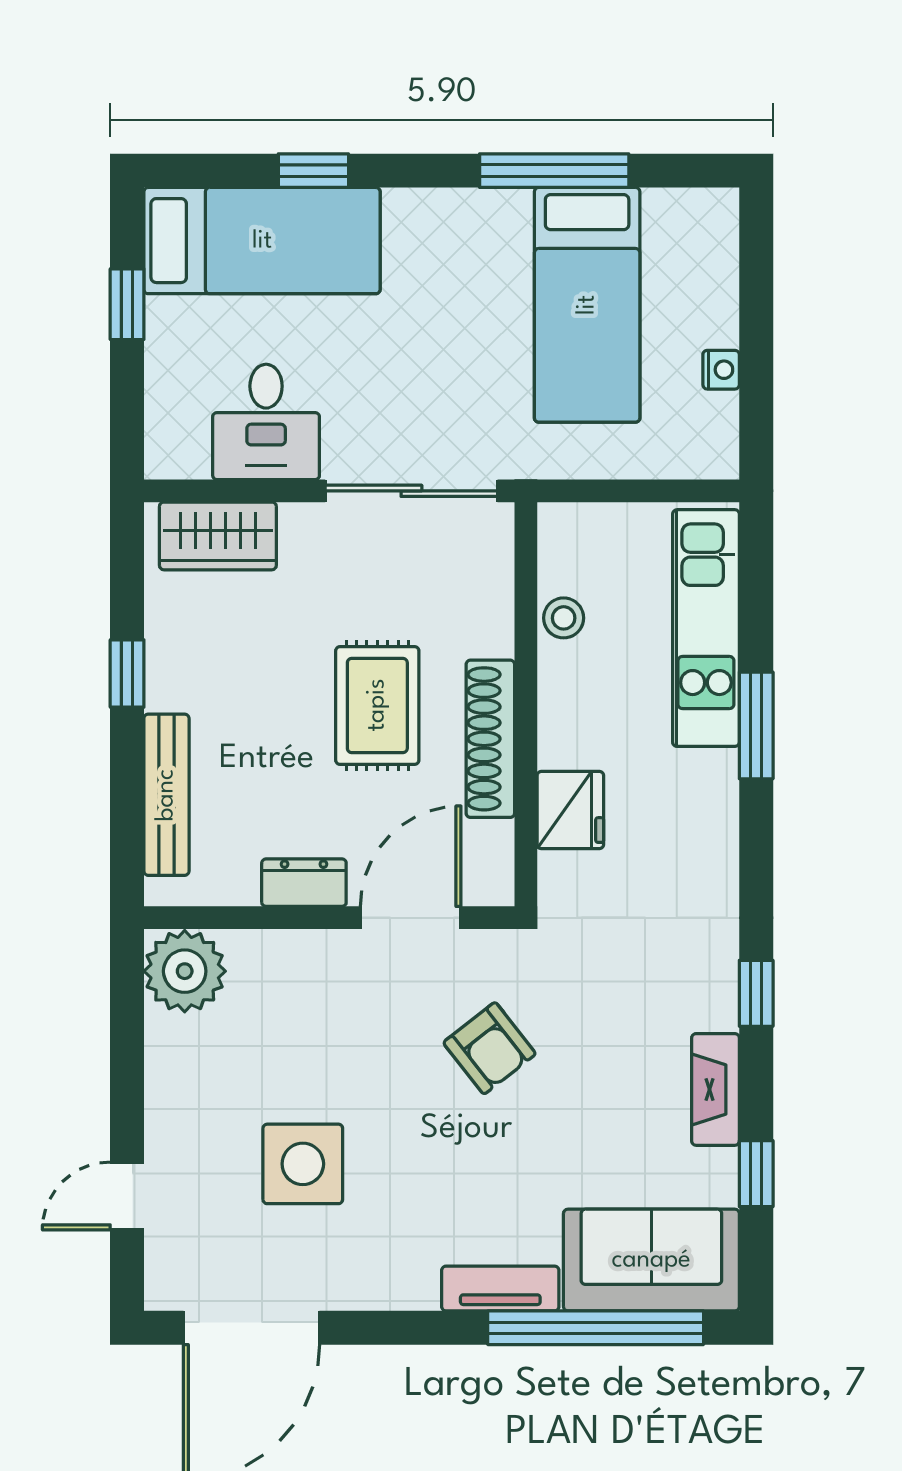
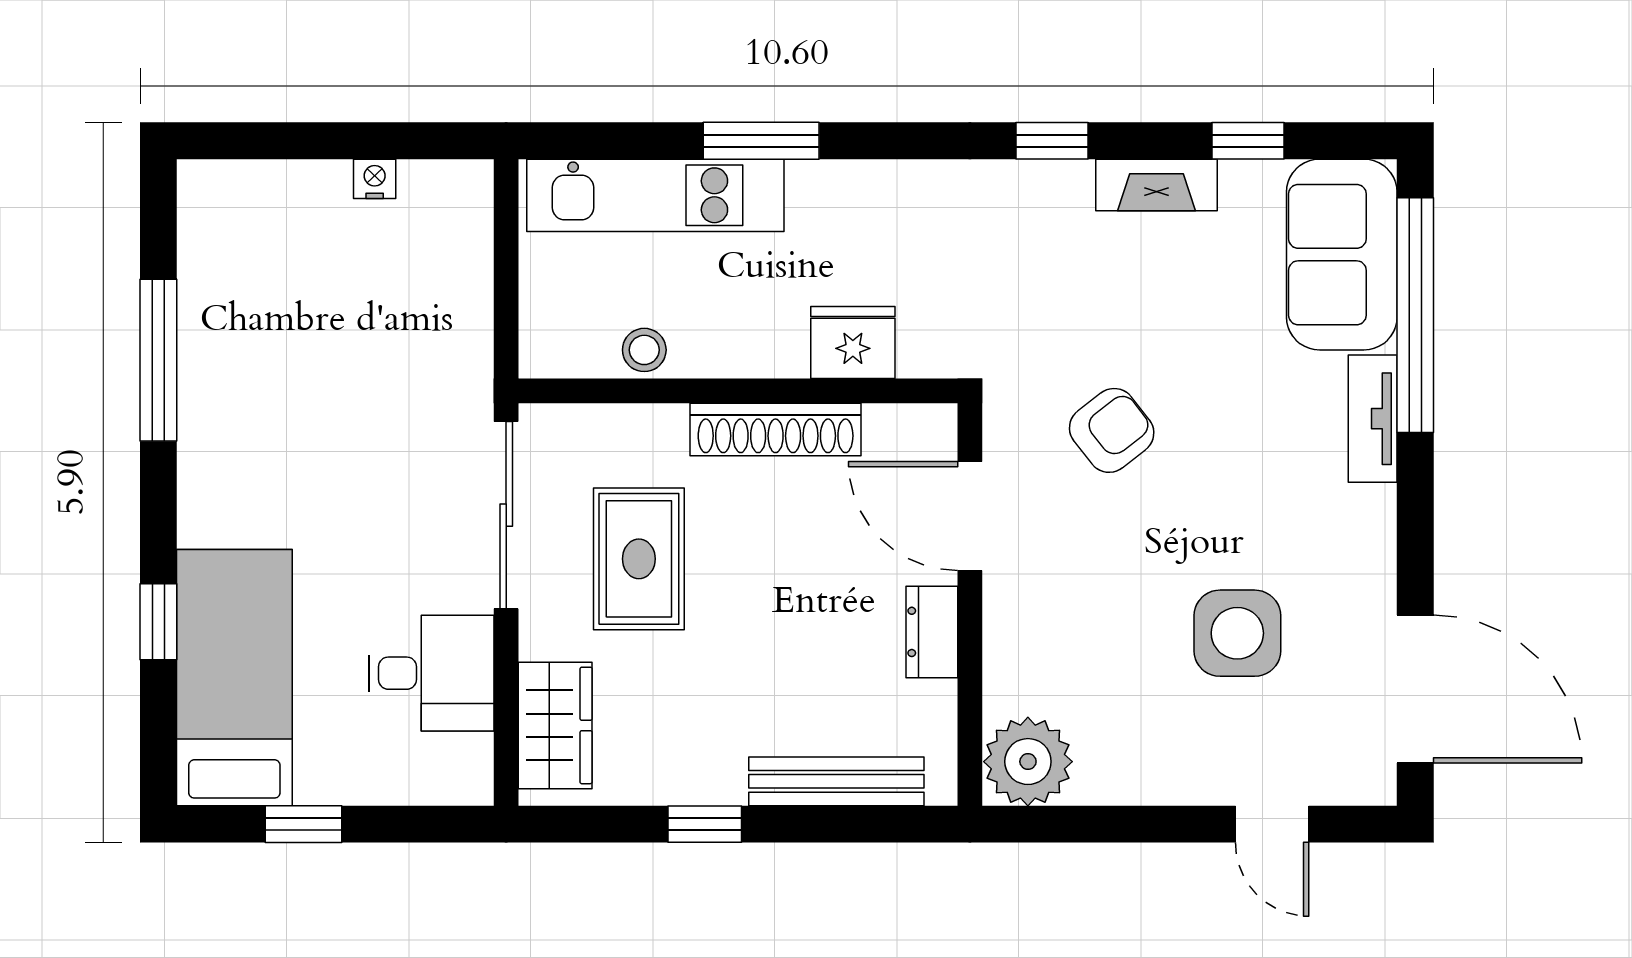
bed: (587, 305) -> (304, 324), removed
rug: (377, 705) -> (639, 559), moved, turned 90

